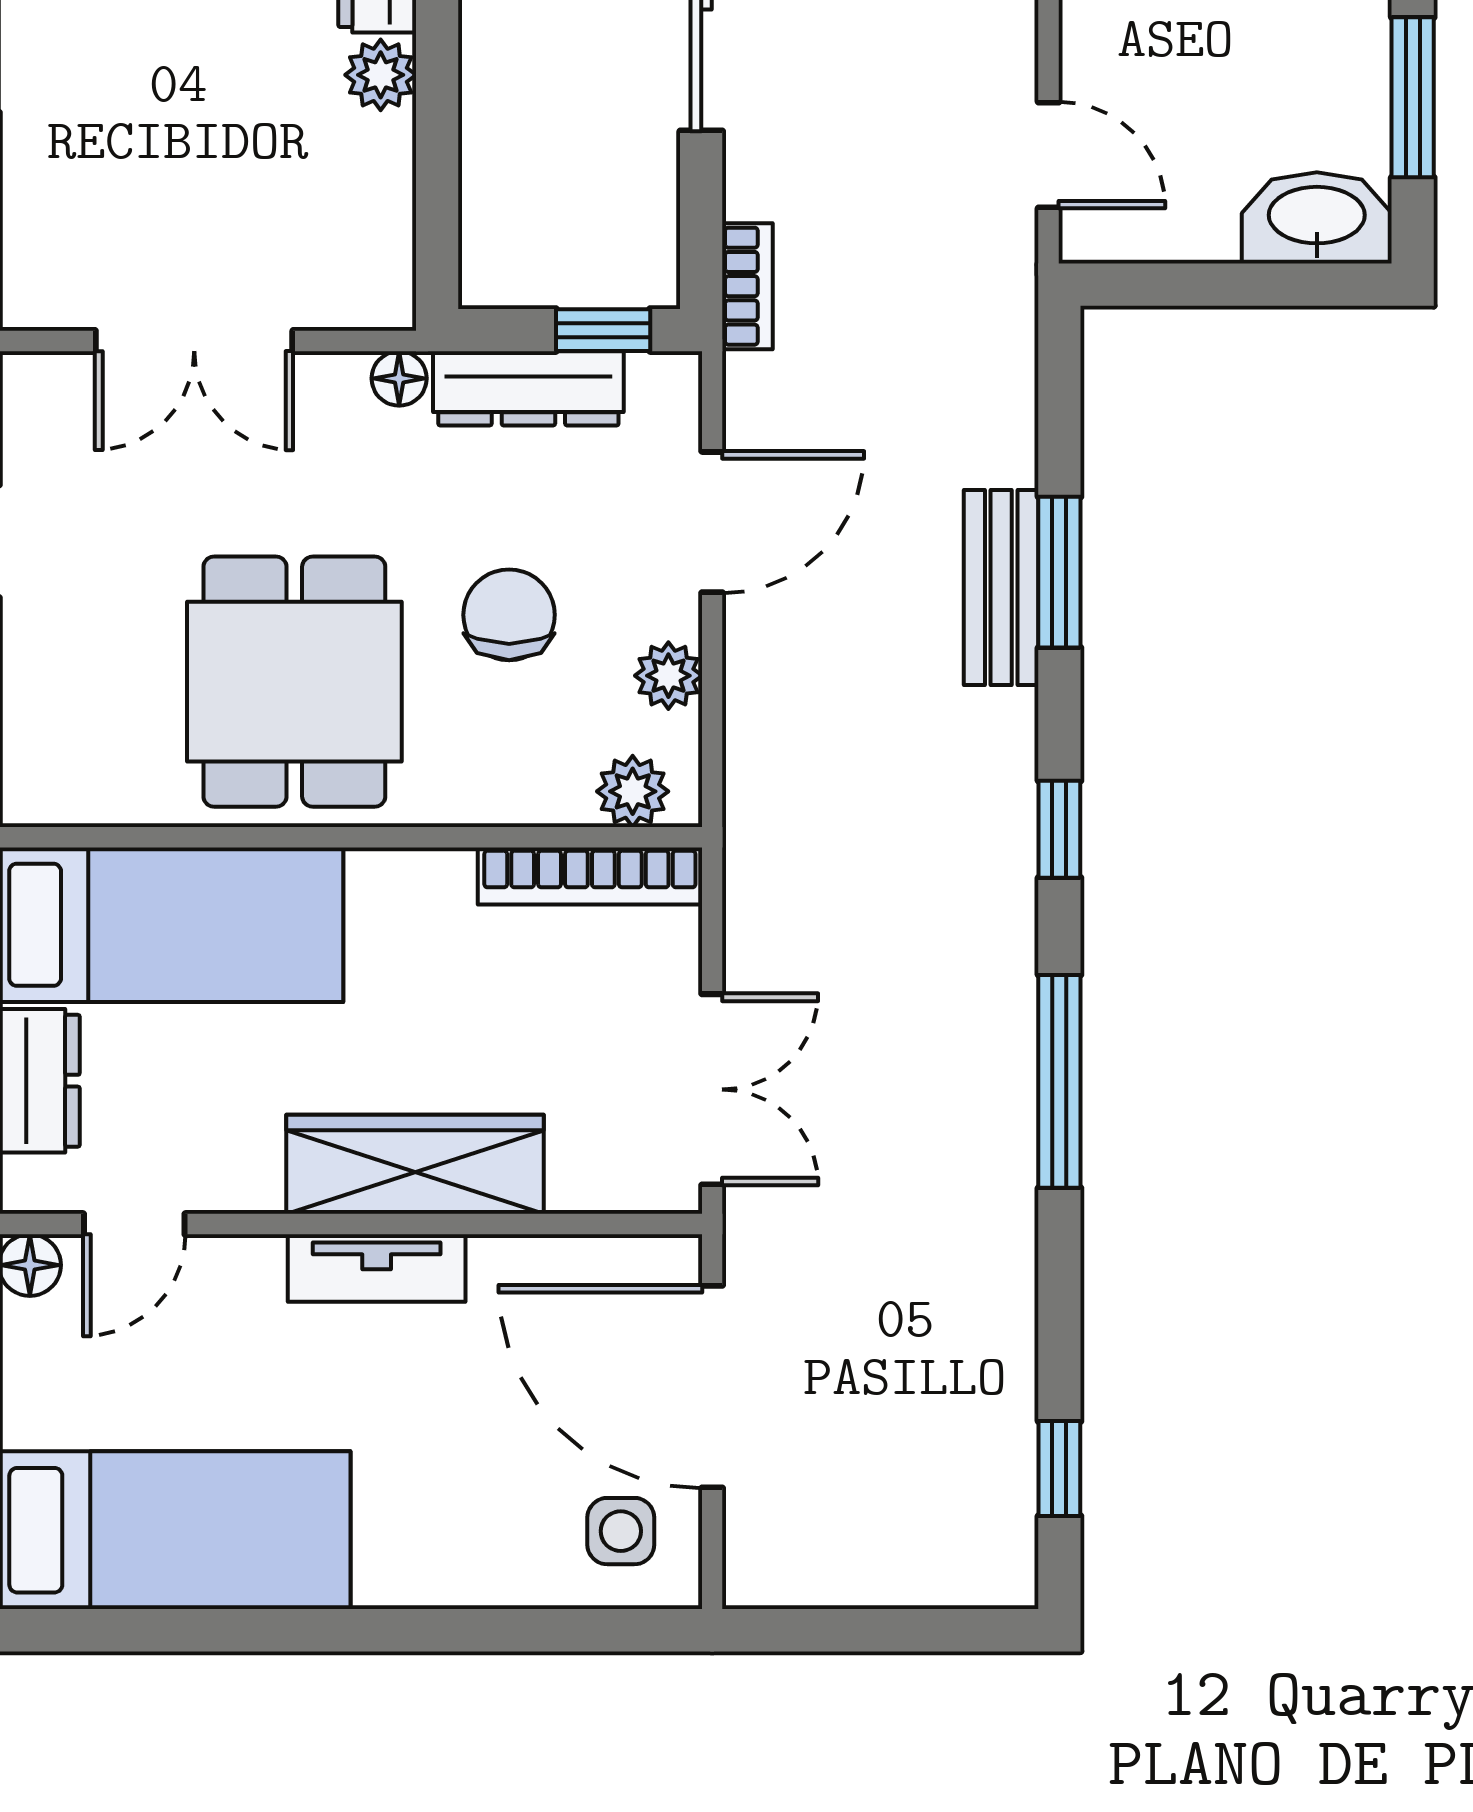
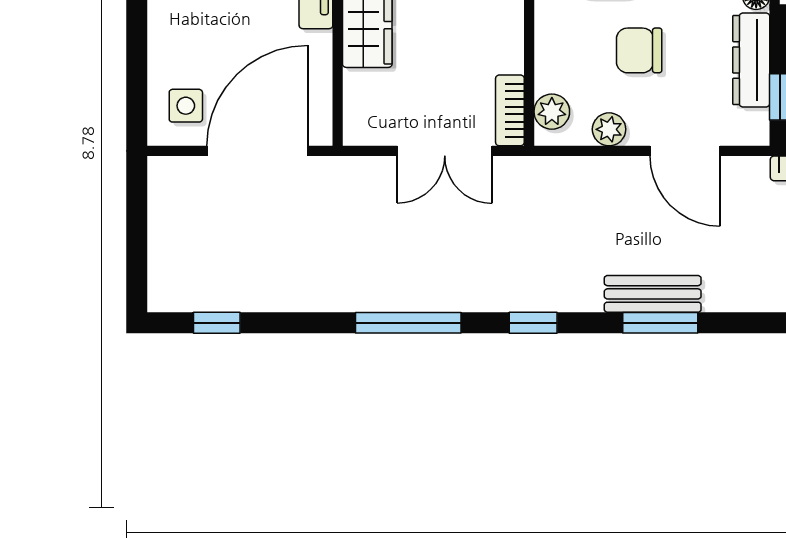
chair: (509, 615) -> (639, 50), turned 180
bookcase: (590, 876) -> (510, 110), width x0.64
double door: (712, 1089) -> (445, 151), moved

